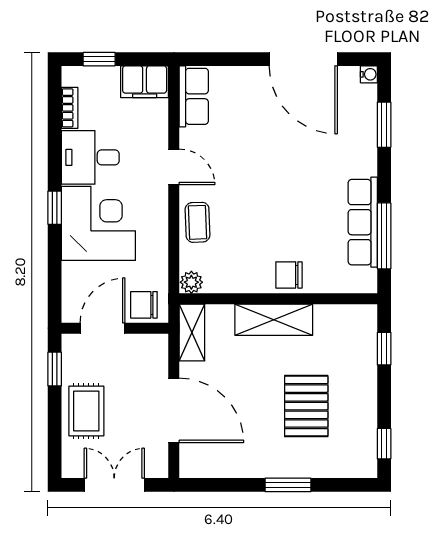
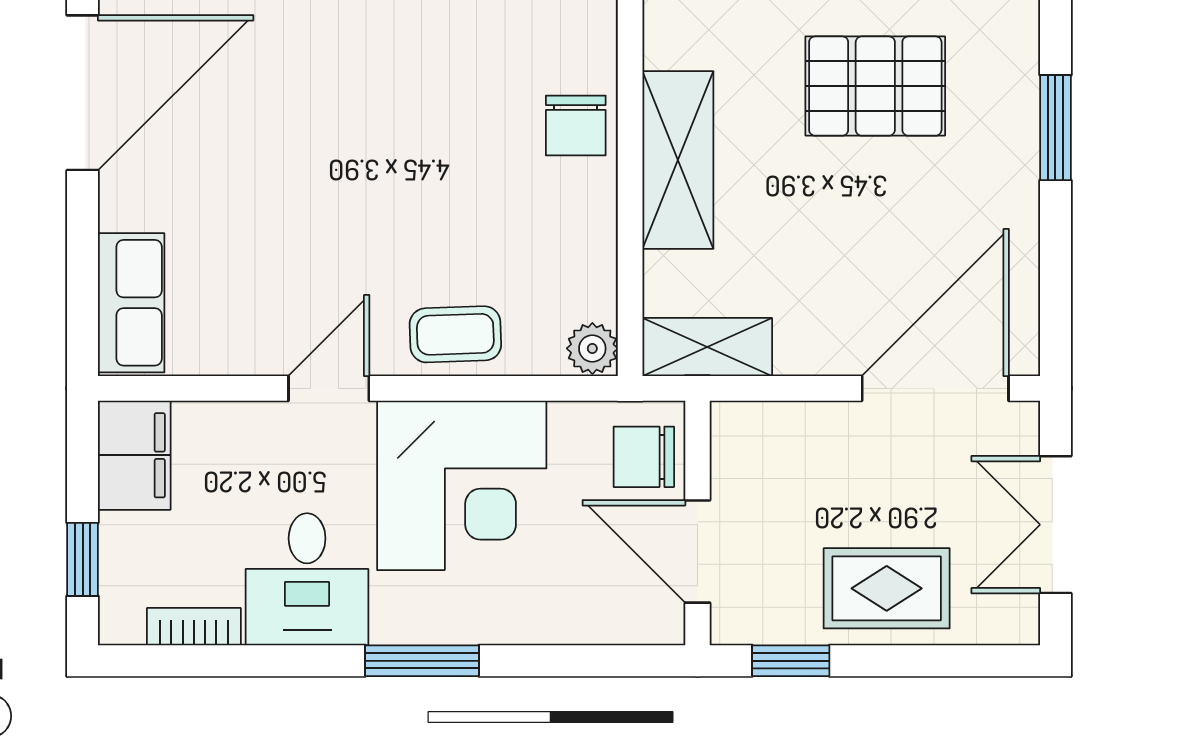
row of seats: (194, 96) -> (131, 303), moved, turned 90
window: (55, 208) -> (422, 661), width x1.50
corner desk: (98, 223) -> (462, 485), moved, turned 180
chair: (144, 305) -> (644, 457), turned 90
door: (174, 410) -> (935, 388), moved

